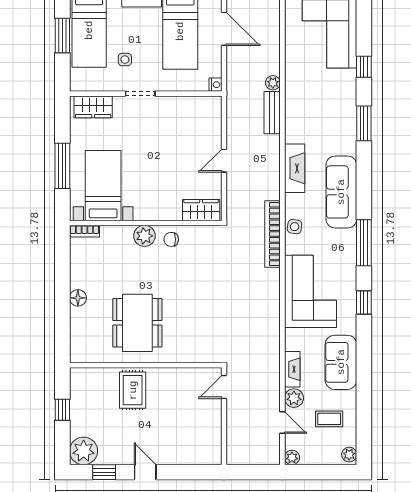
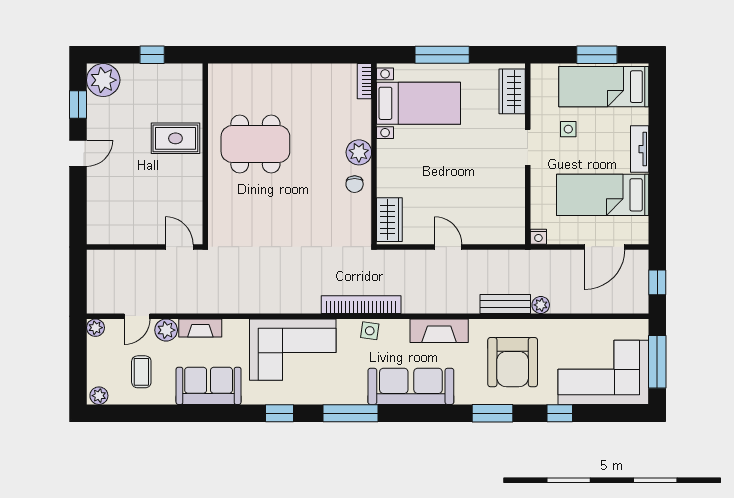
armchair: (321, 106) -> (513, 362), added
chair: (171, 239) -> (355, 184), turned 180
floor lamp: (78, 298) -> (285, 73), removed

